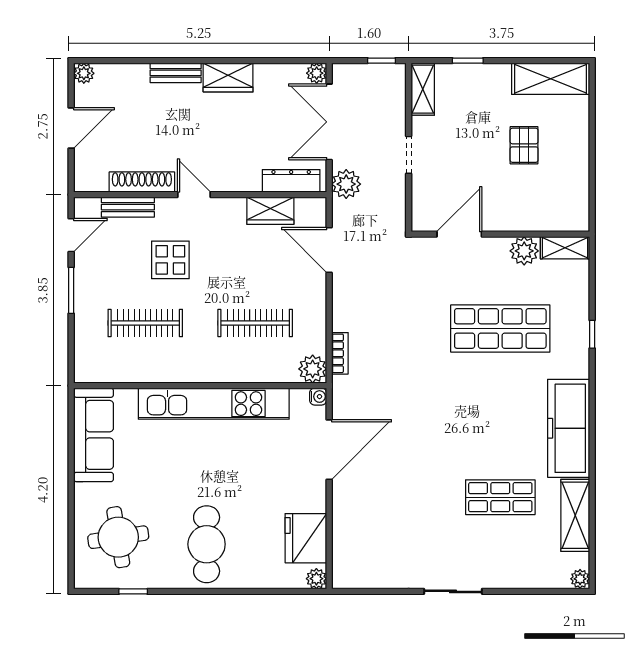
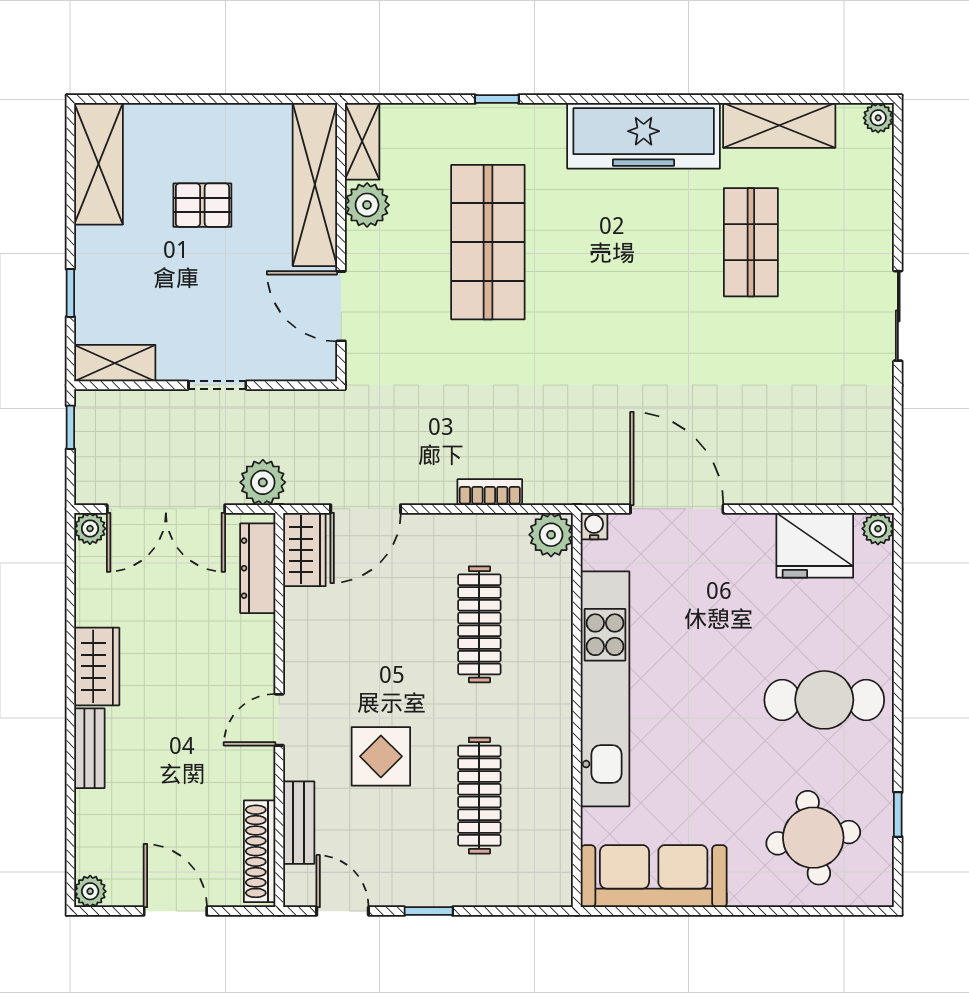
shoe rack: (142, 182) -> (260, 851), moved
wardrobe: (270, 211) -> (304, 550), moved
shelving: (537, 217) -> (315, 185), added
window: (71, 290) -> (429, 911), width x0.67
bookcase: (340, 353) -> (490, 492), moved

